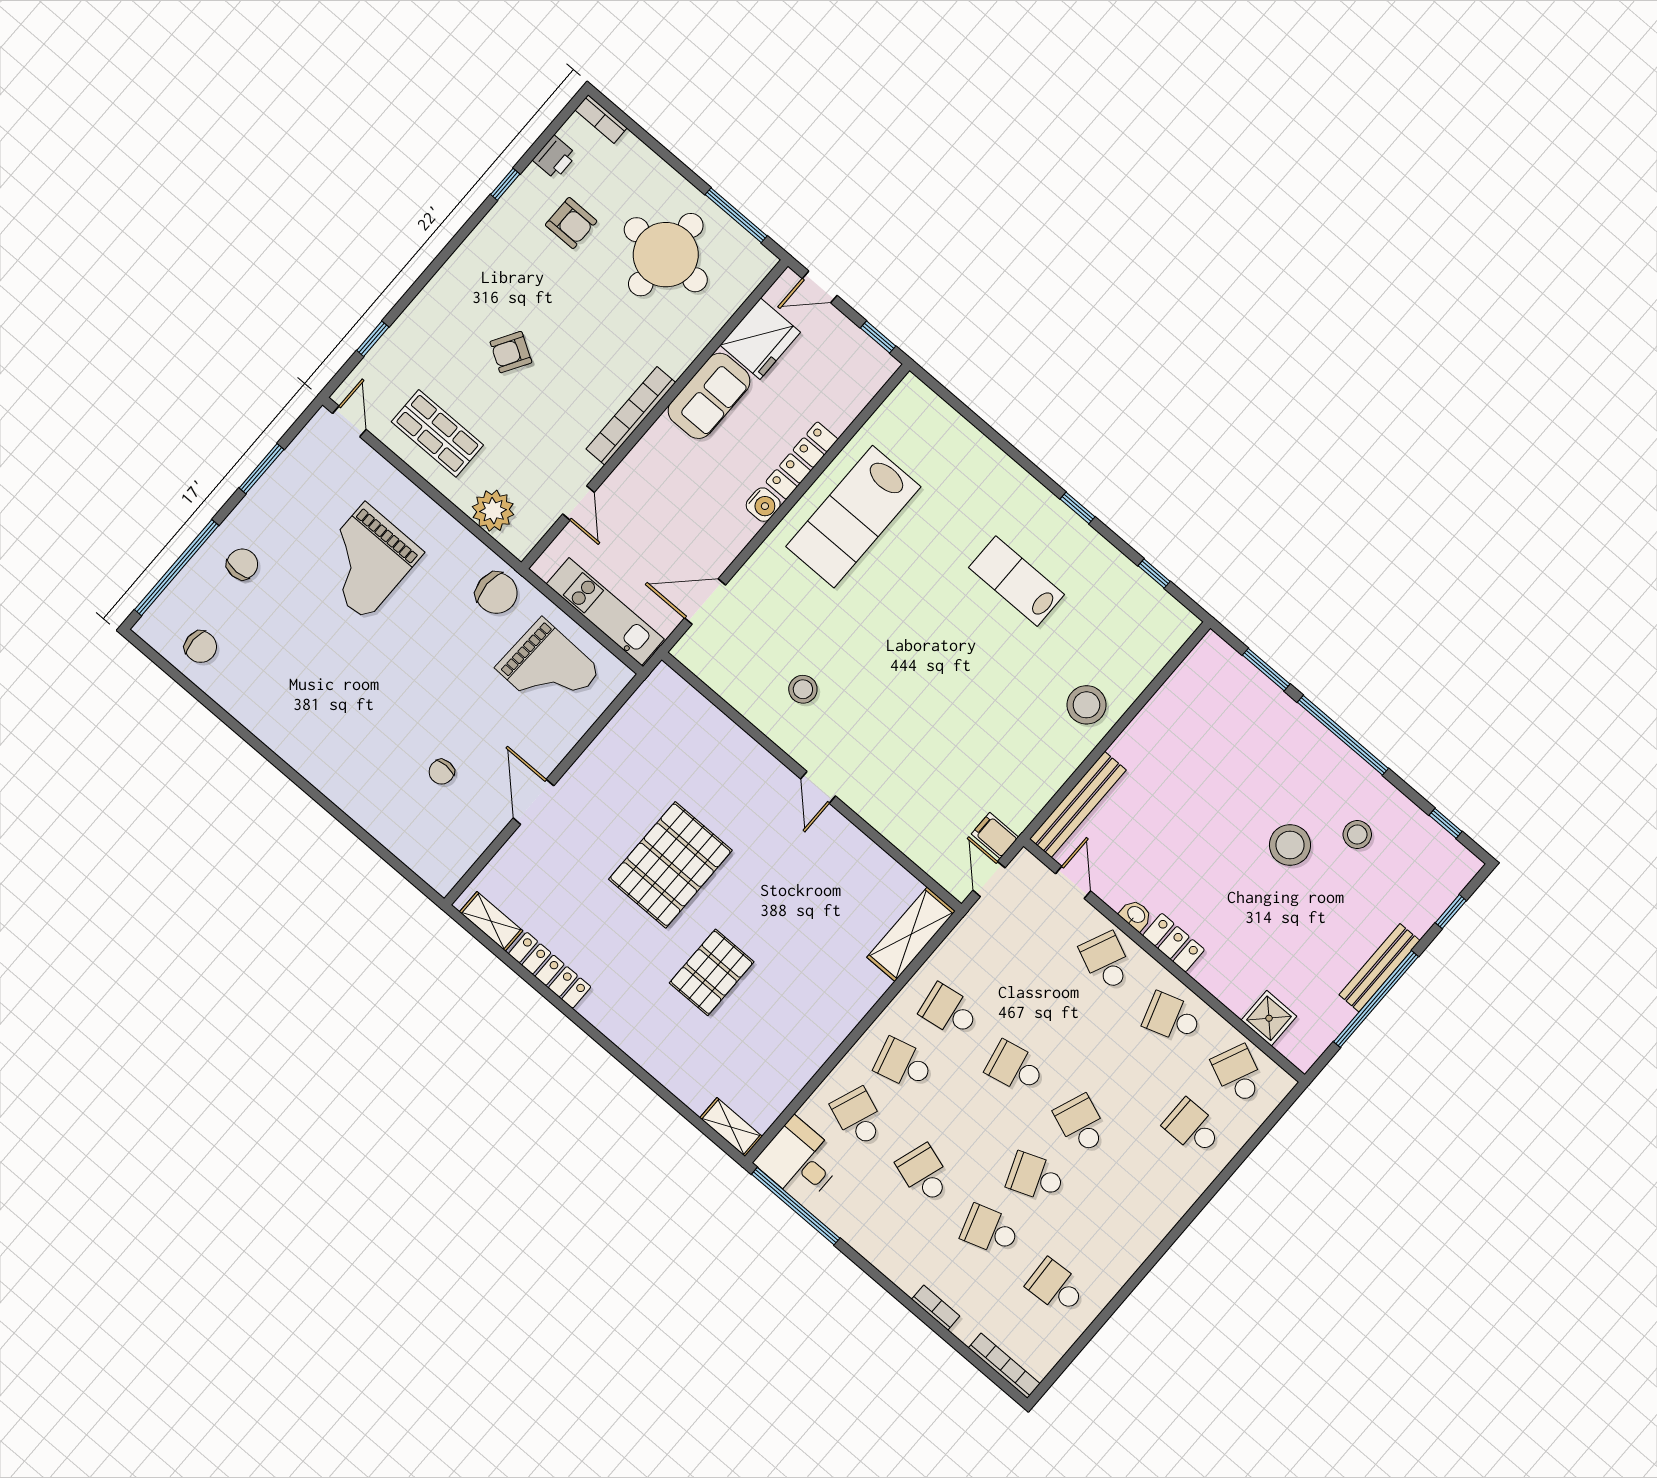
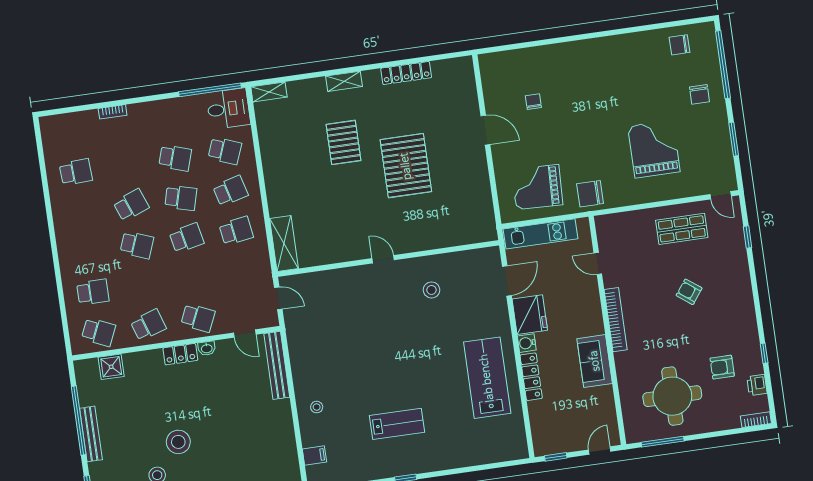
fridge: (760, 339) -> (530, 315), moved, turned 180
armchair: (511, 352) -> (689, 292), turned -84
plant: (493, 511) -> (627, 224), removed
stool: (1086, 705) -> (317, 407), width x0.53, depth x0.53
filing cabinet: (995, 836) -> (314, 455), moved
shelving: (491, 921) -> (344, 81), moved
school desk: (990, 1230) -> (181, 198), moved, turned 33
bookcase: (1004, 1366) -> (61, 119), removed

